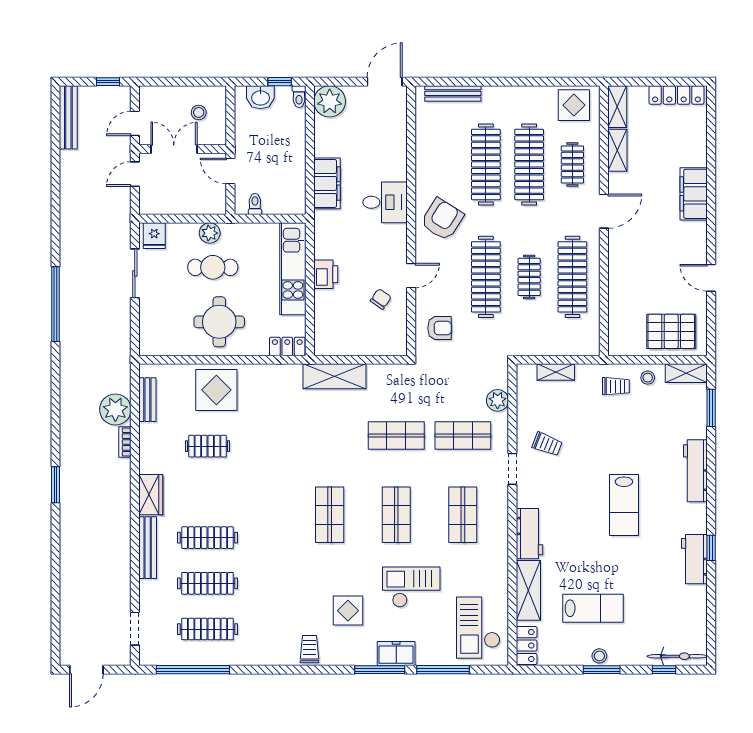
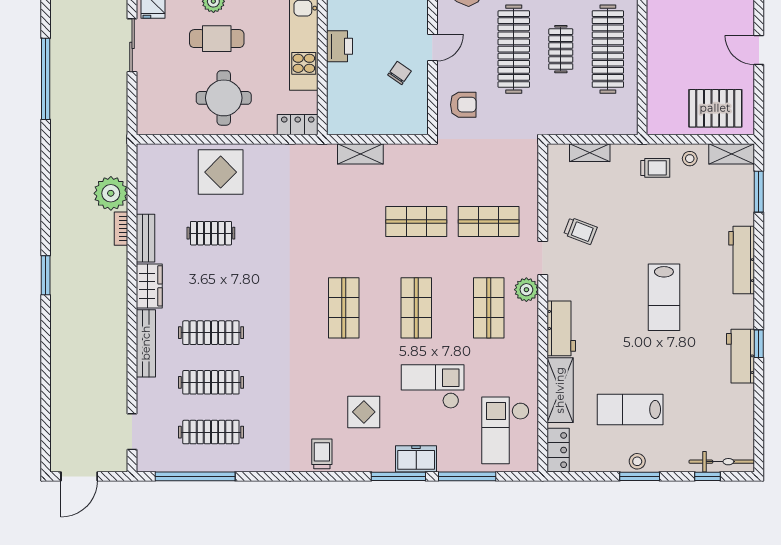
shelving: (334, 376) -> (360, 154), width x0.67, depth x0.75
bench: (147, 400) -> (146, 238), moved
plant: (498, 400) -> (526, 290), moved
lab bench: (593, 608) -> (630, 409), turned 180

